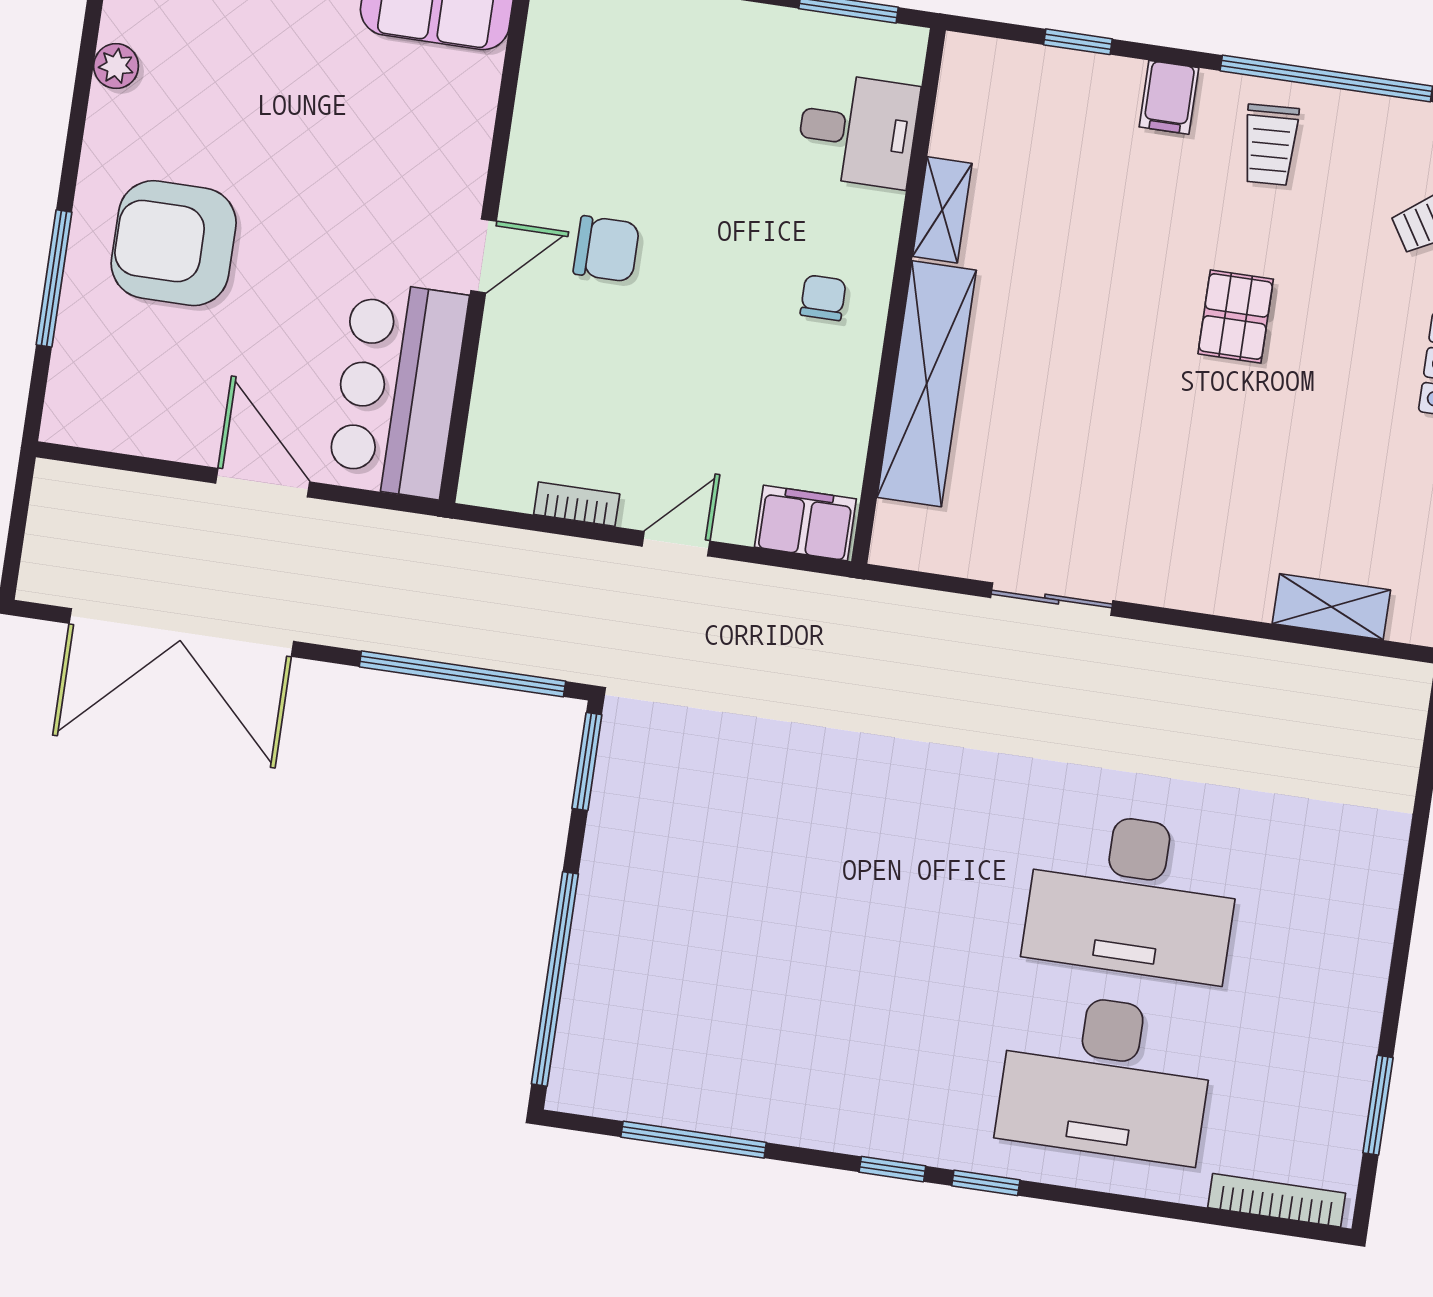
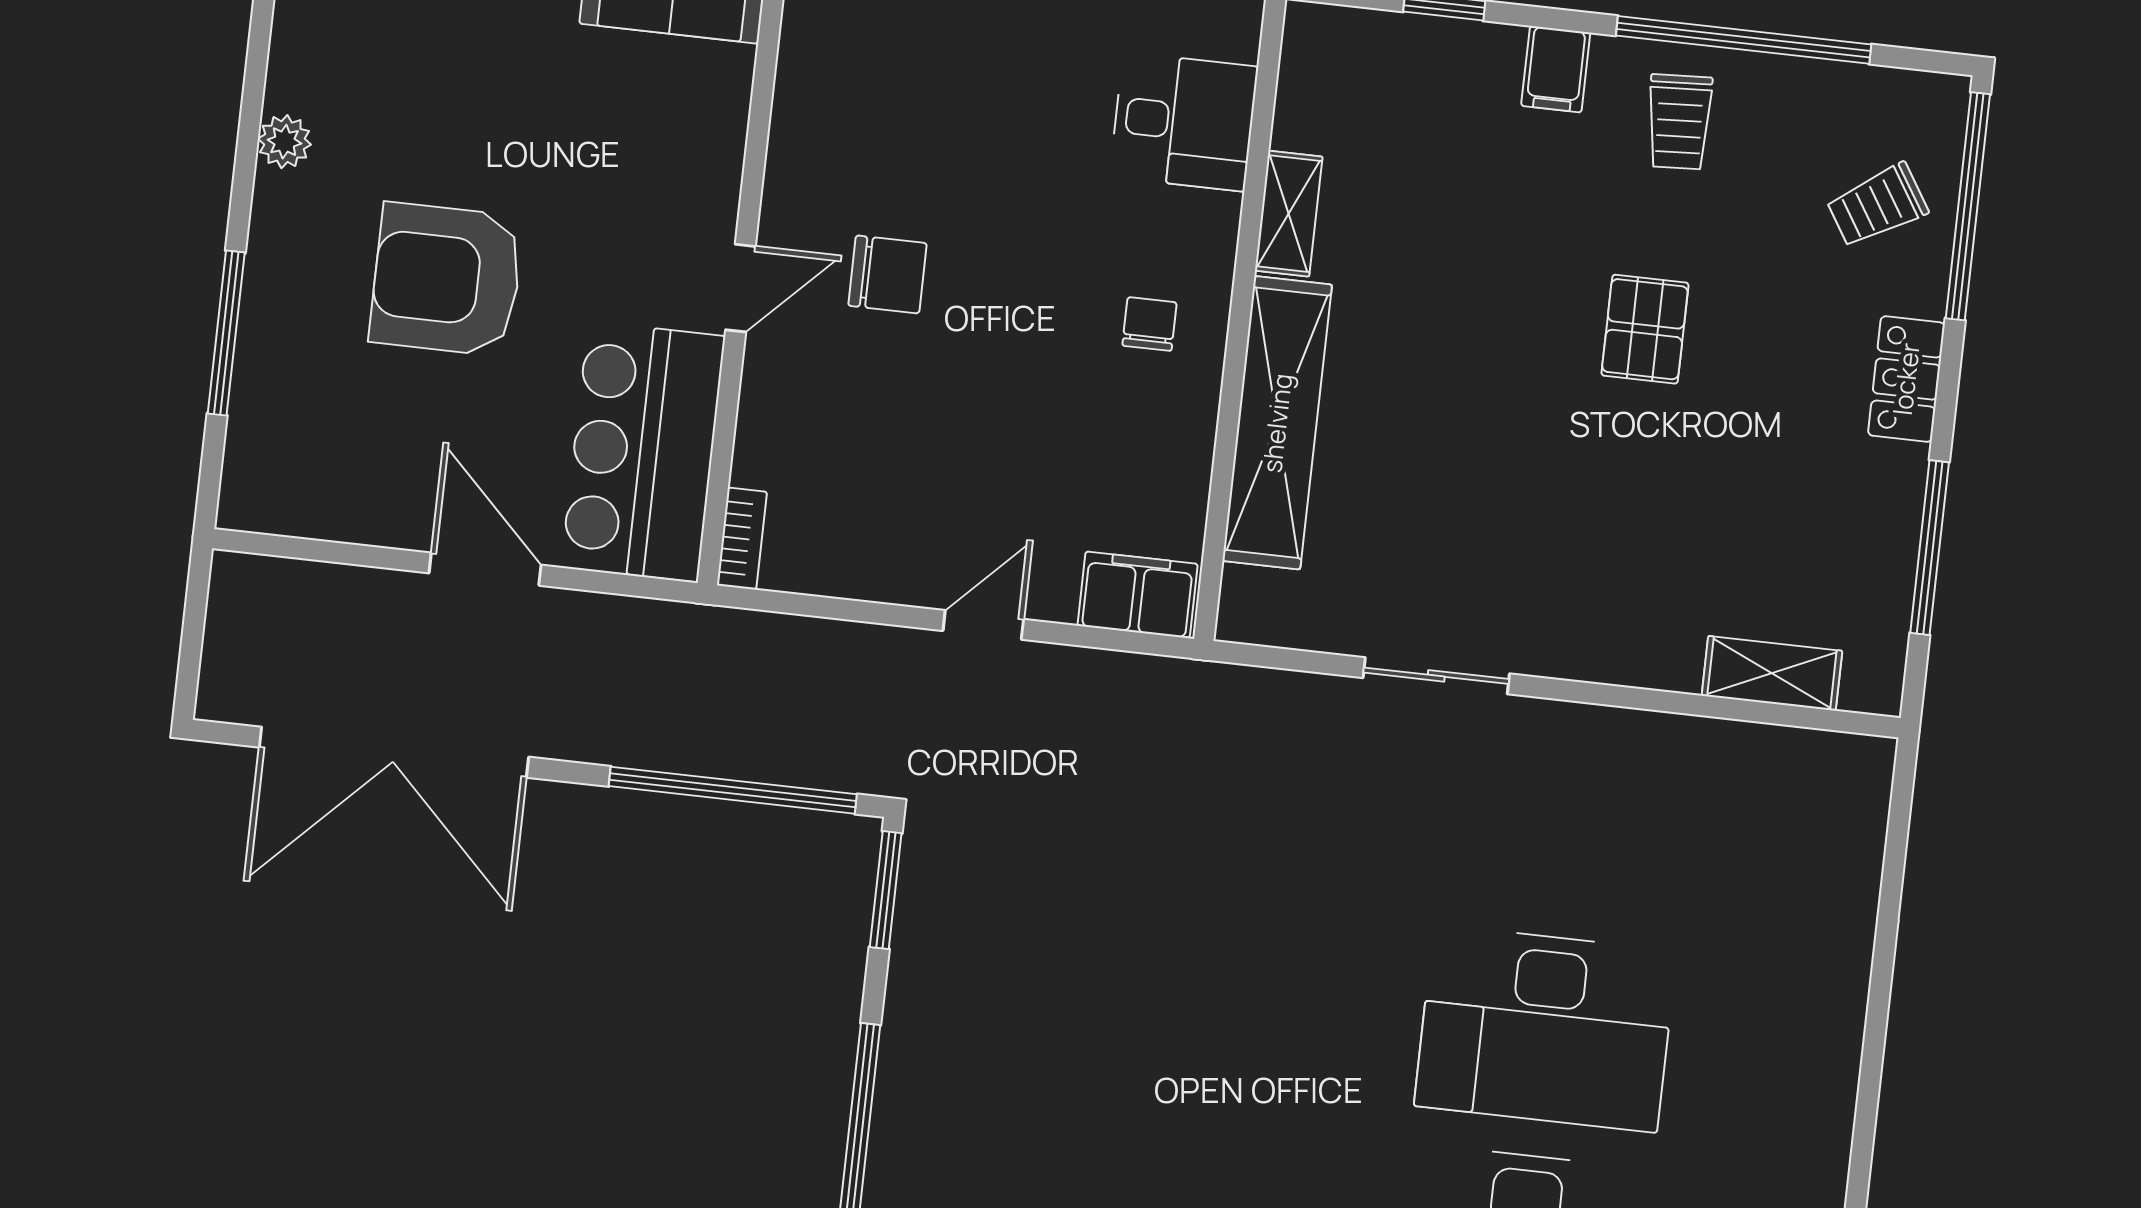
plant: (116, 66) -> (284, 142), moved
armchair: (174, 243) -> (446, 279), moved
bookcase: (577, 504) -> (742, 539), moved, turned 90

